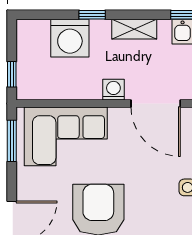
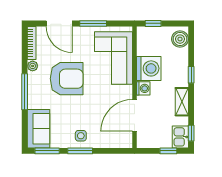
boiler: (36, 32) -> (180, 39), added
washing machine: (70, 38) -> (149, 68), moved, turned 180
window: (12, 141) -> (93, 23), moved

